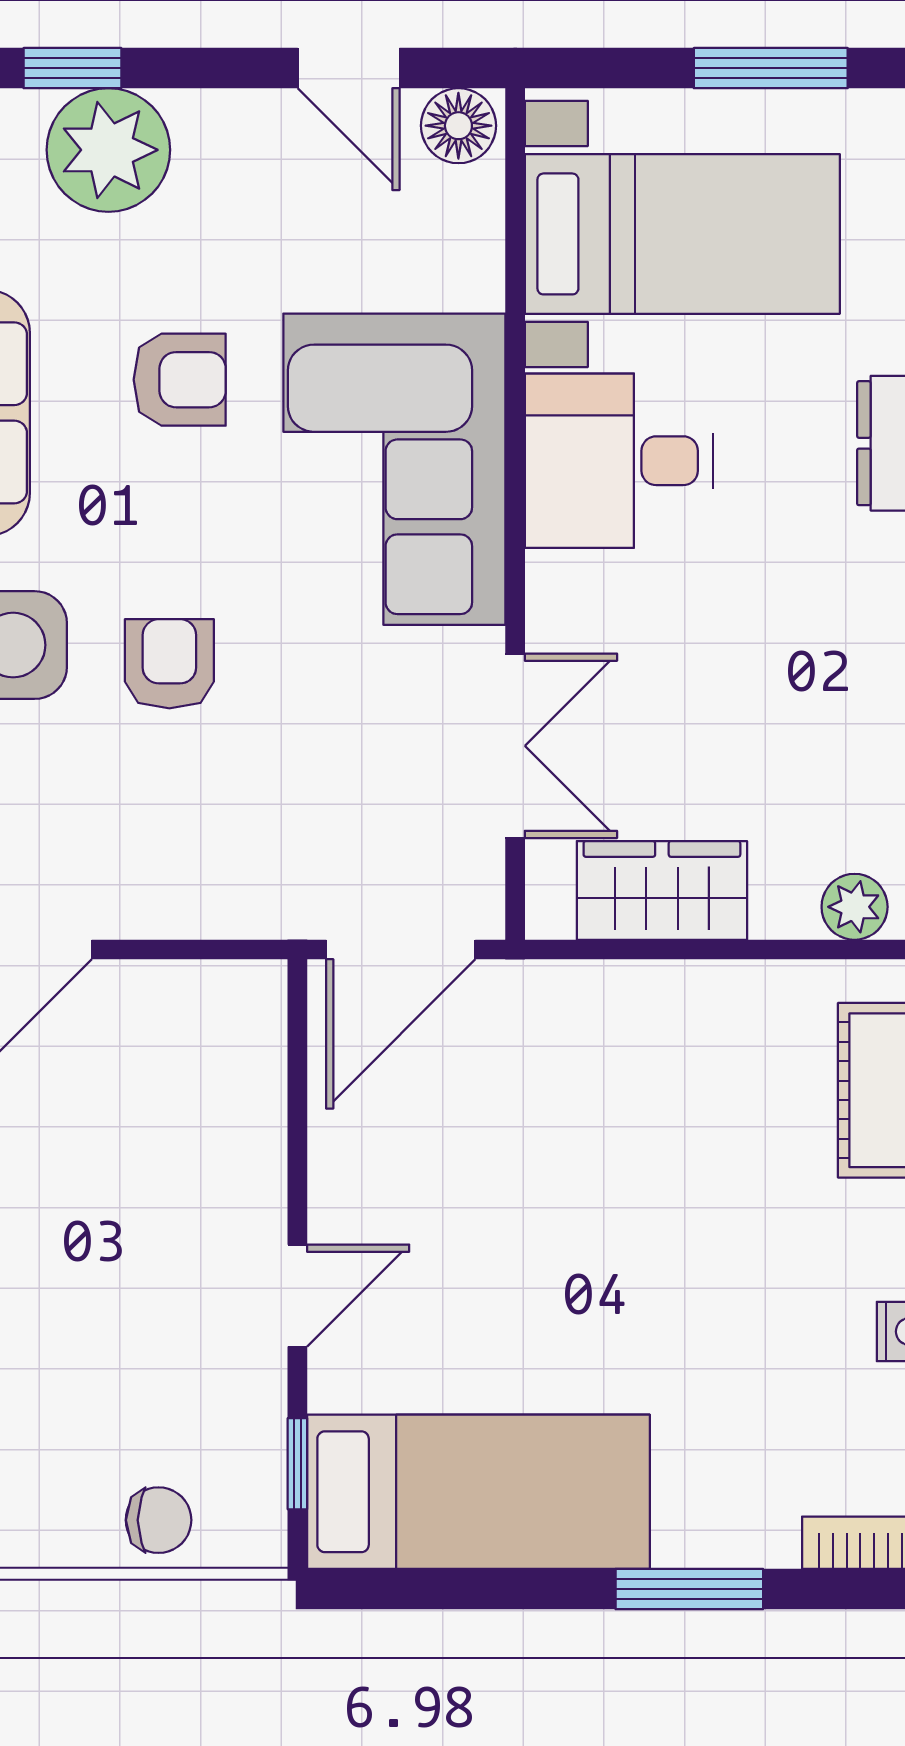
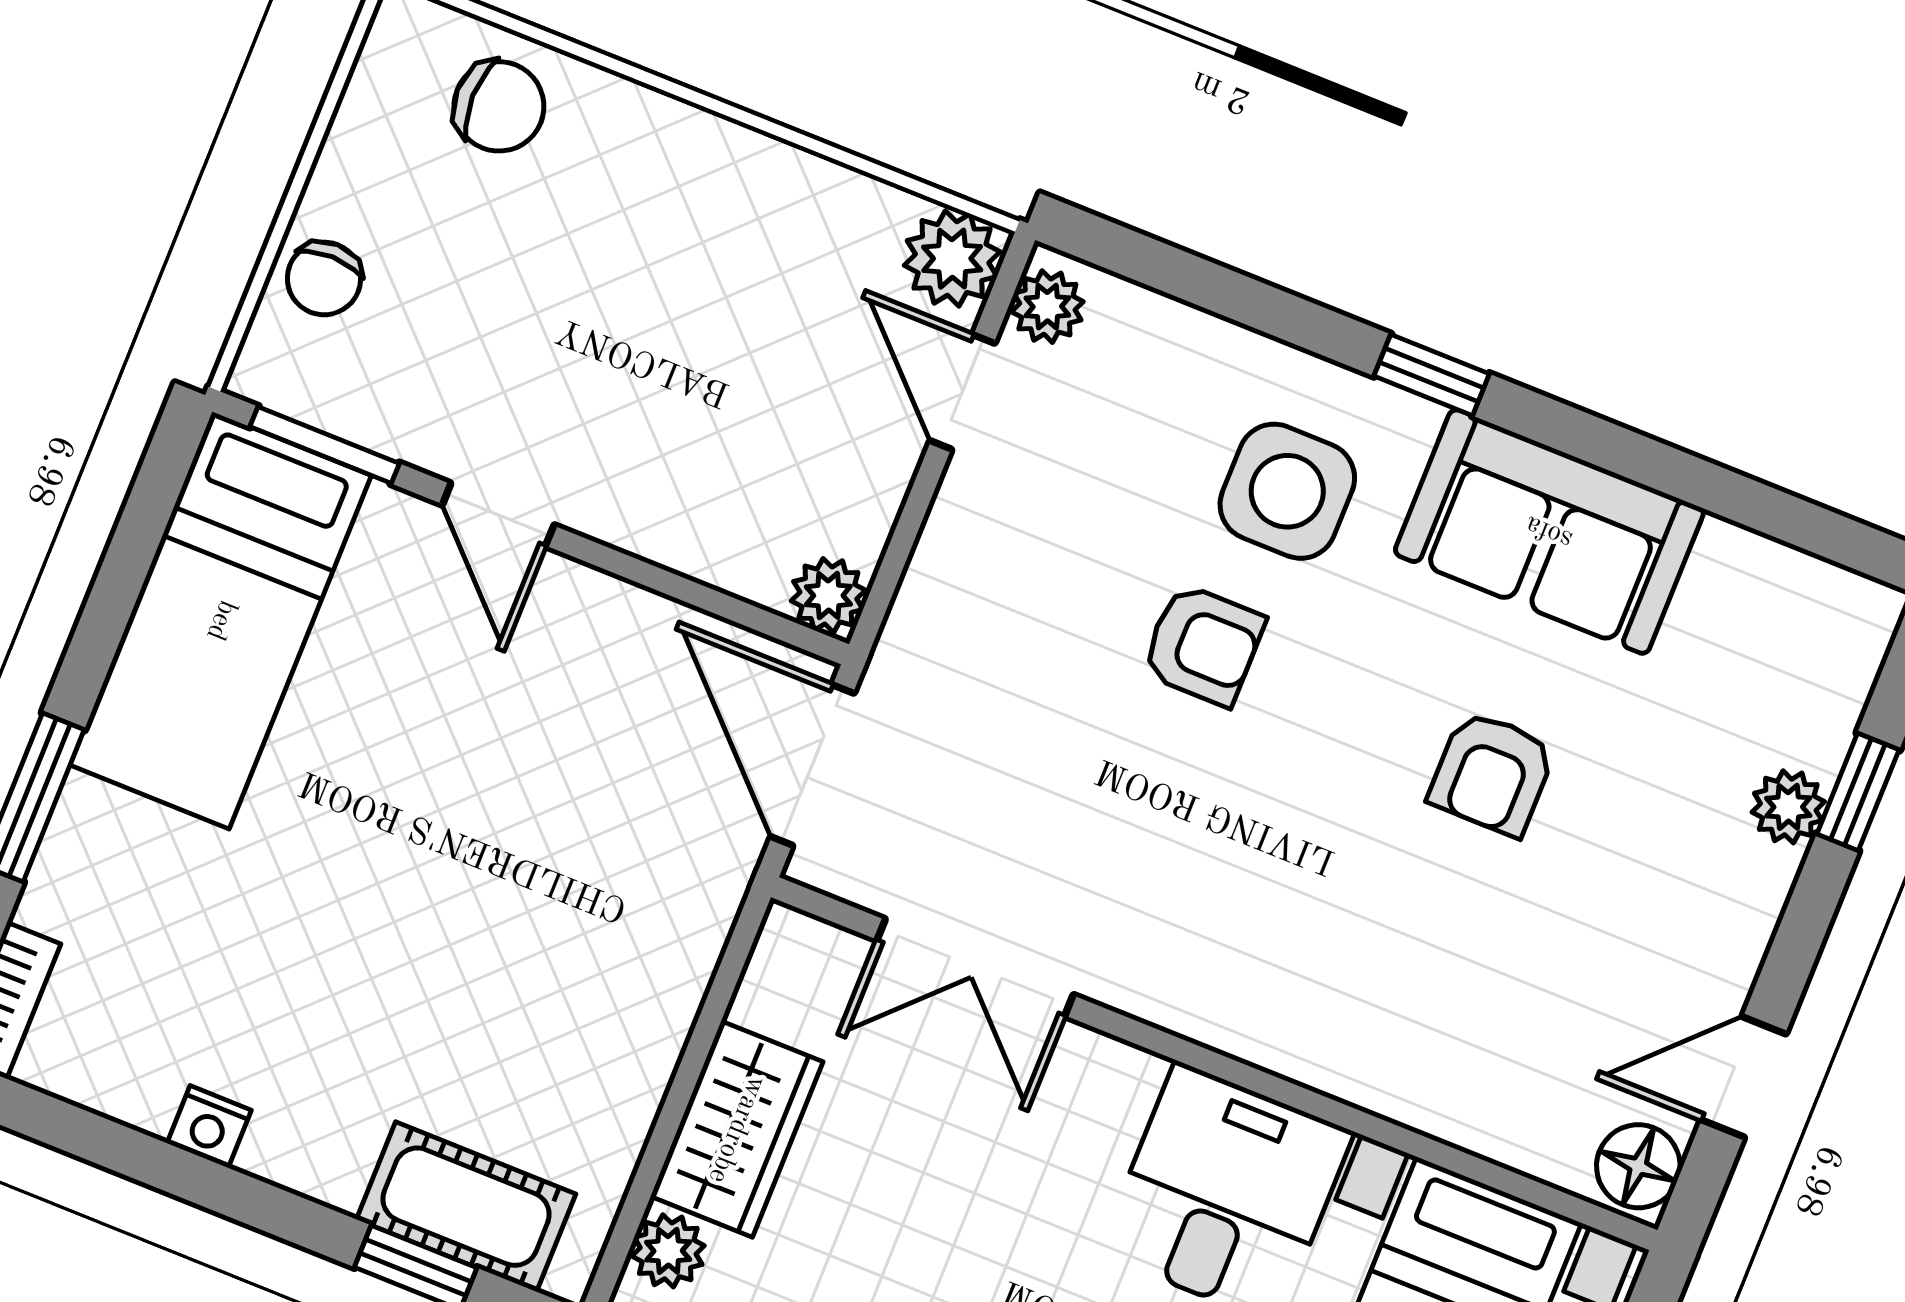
plant: (108, 150) -> (1788, 807), width x0.53, depth x0.53
corner sofa: (394, 469) -> (1311, 958), removed
wardrobe: (662, 890) -> (737, 1129), moved
plant: (254, 993) -> (828, 595), added
window: (297, 1464) -> (325, 445), width x1.50

